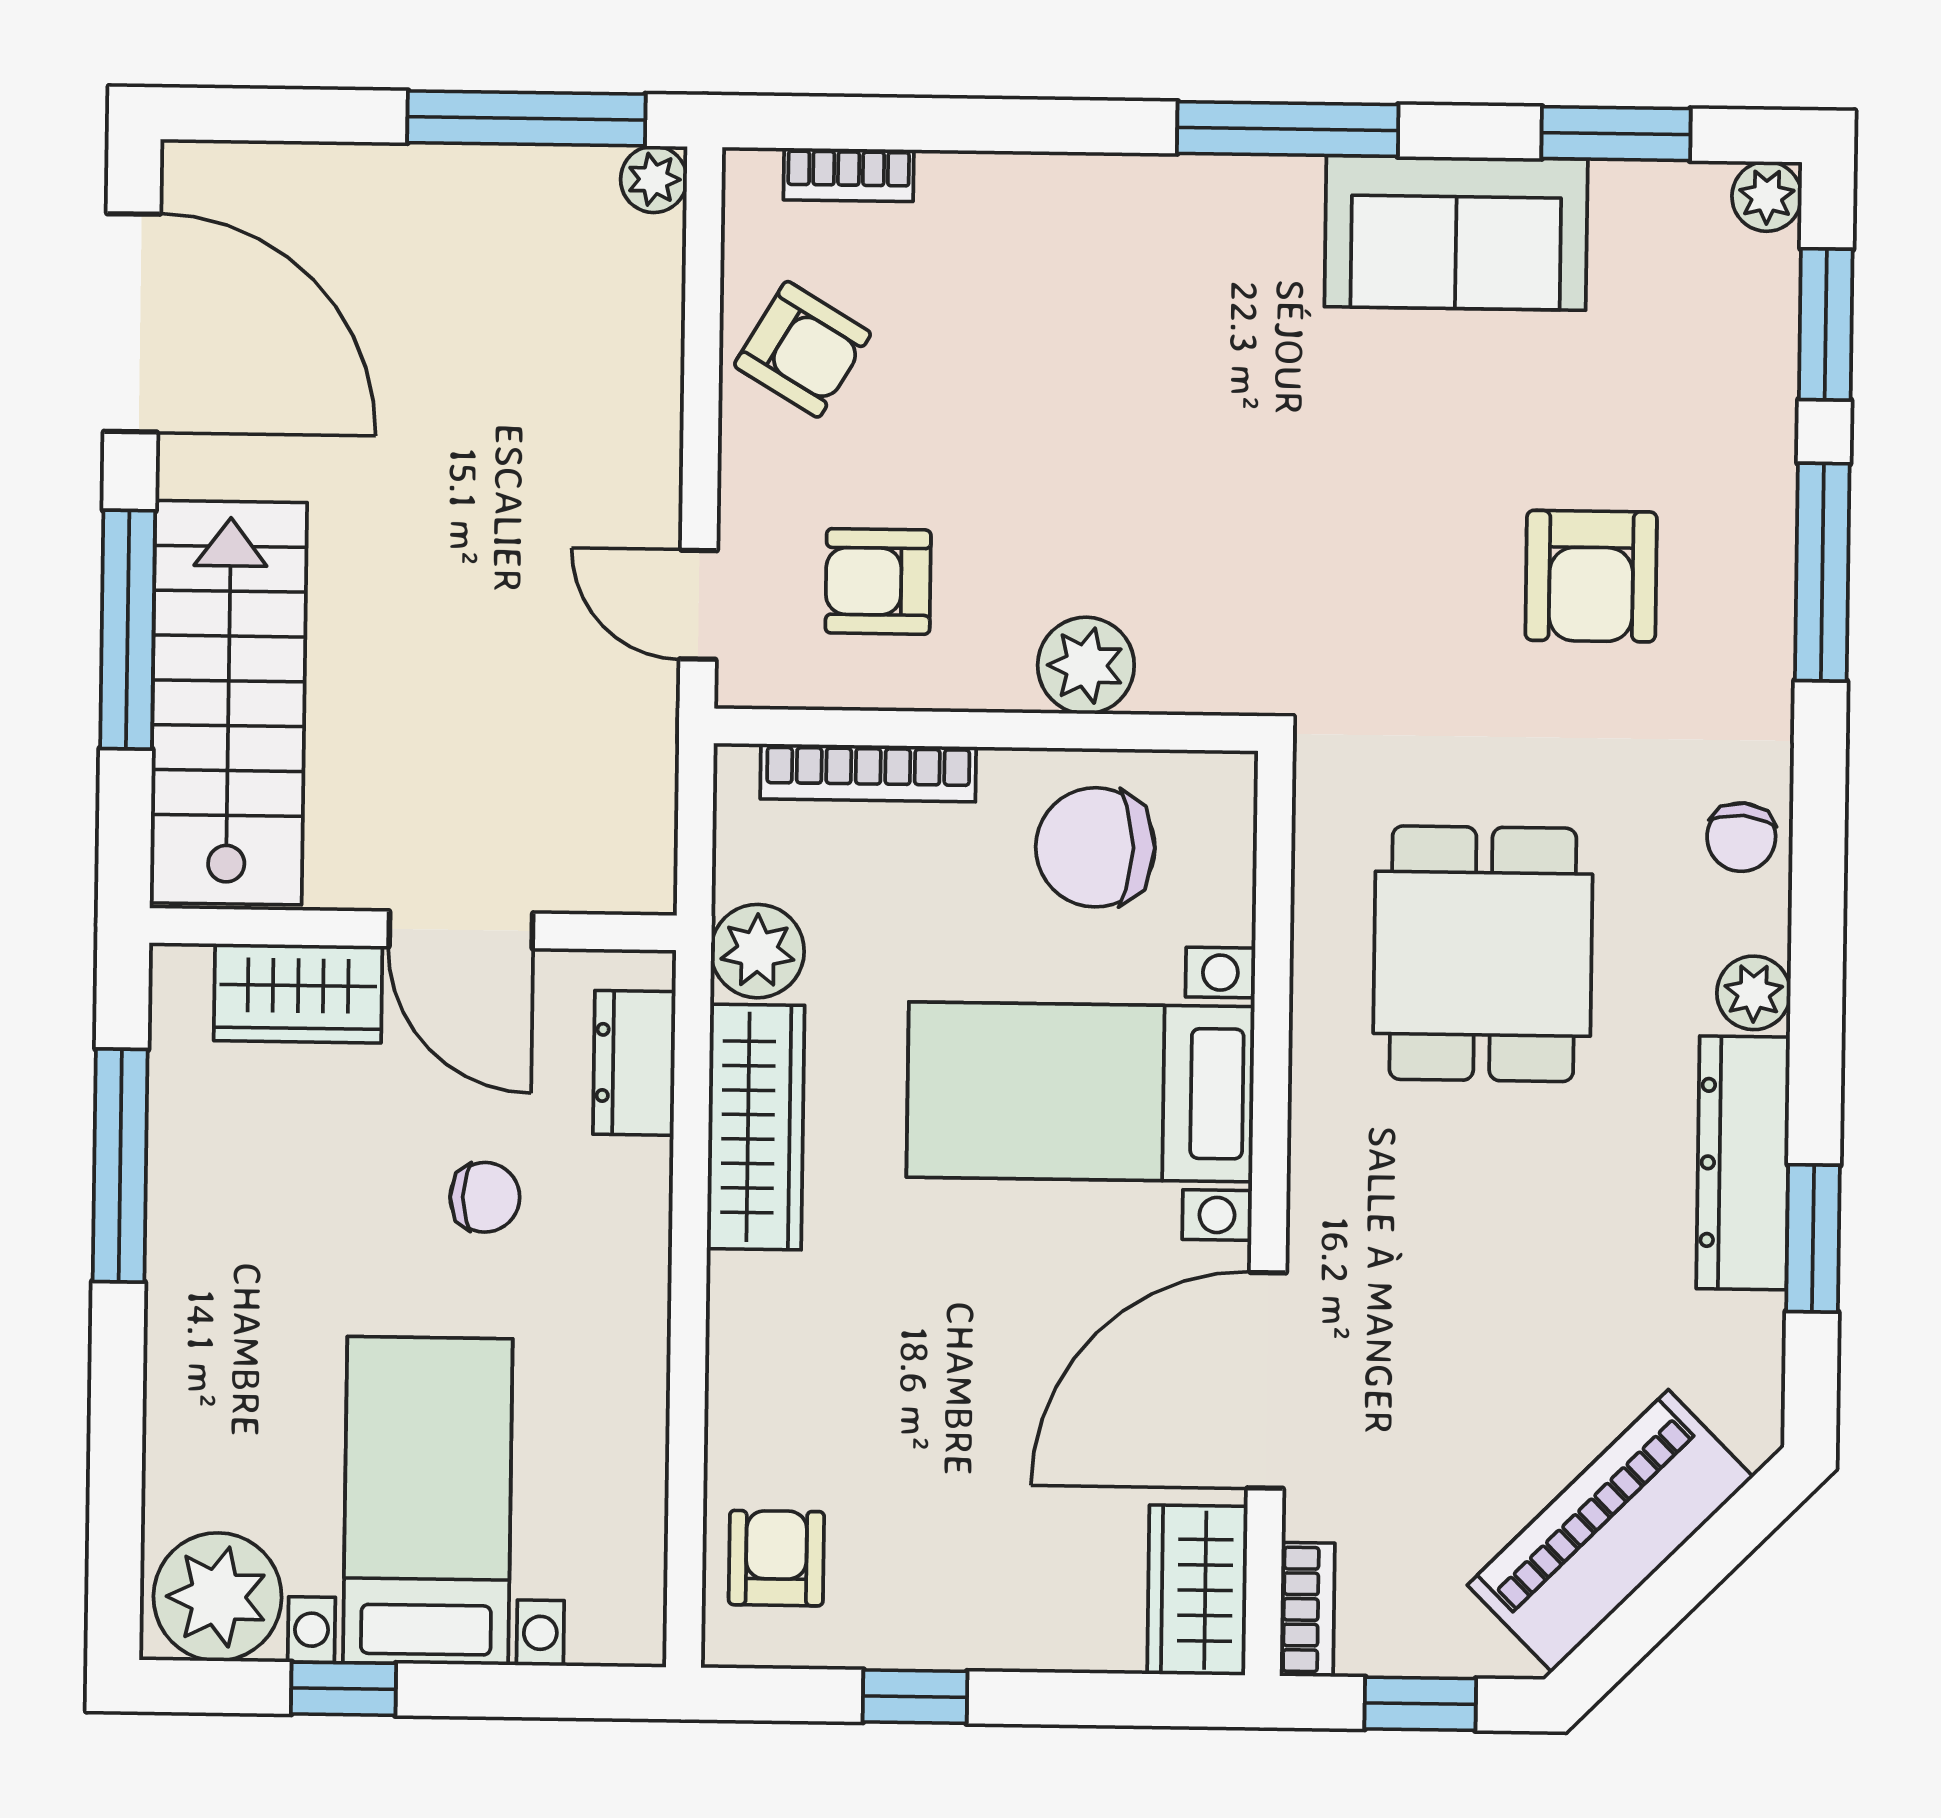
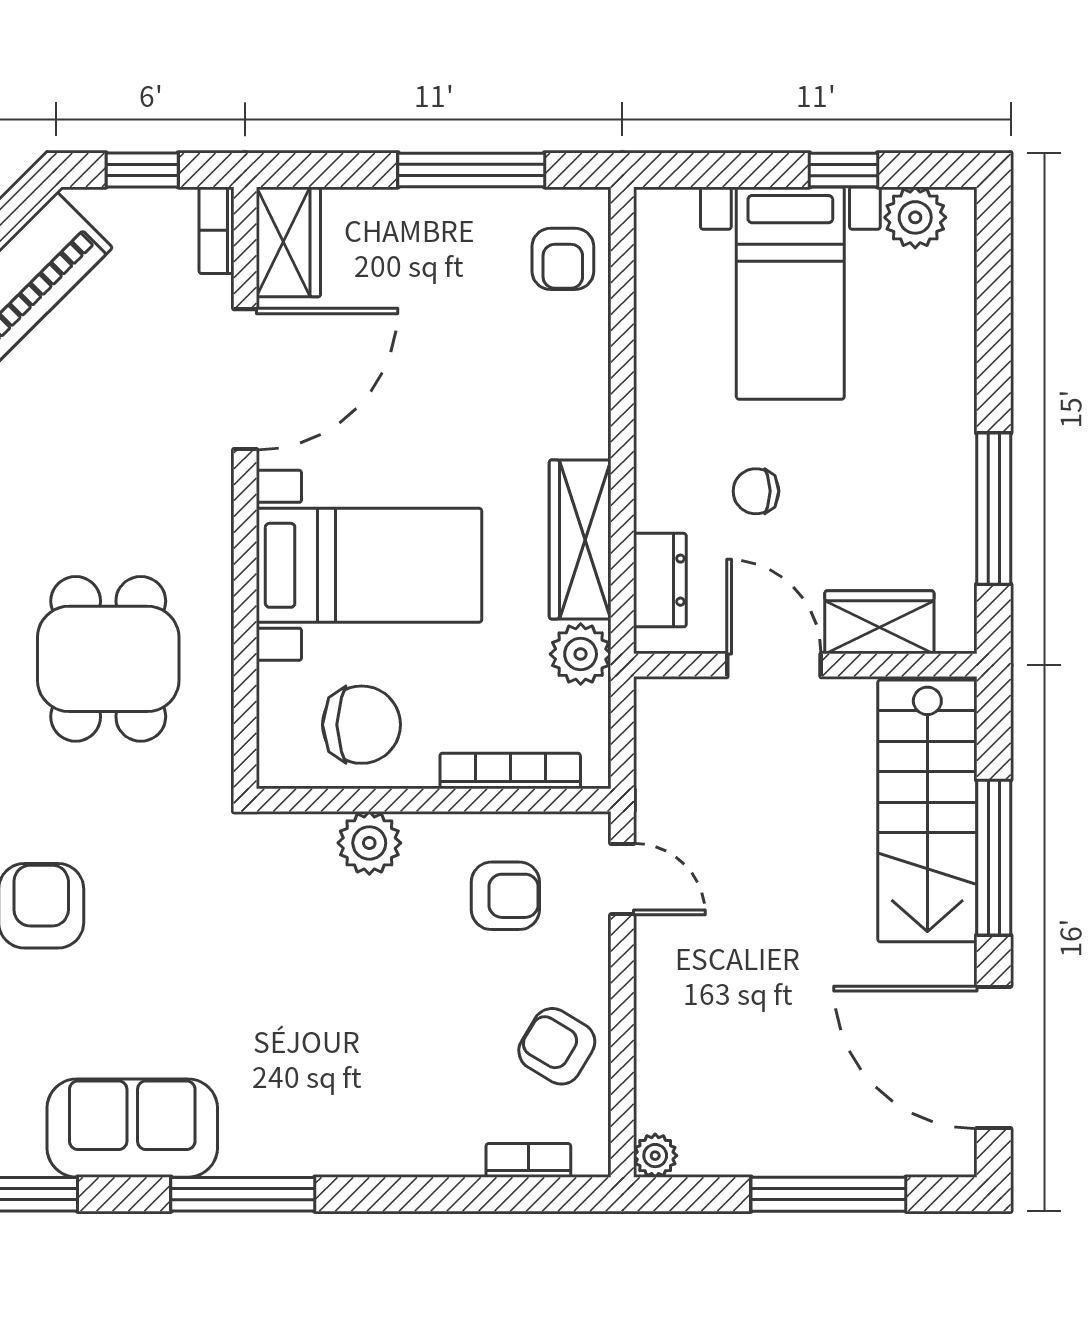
window: (526, 118) -> (828, 1194), moved
plant: (218, 1597) -> (915, 217), width x0.73, depth x0.73
window: (915, 1697) -> (471, 170), width x2.17

